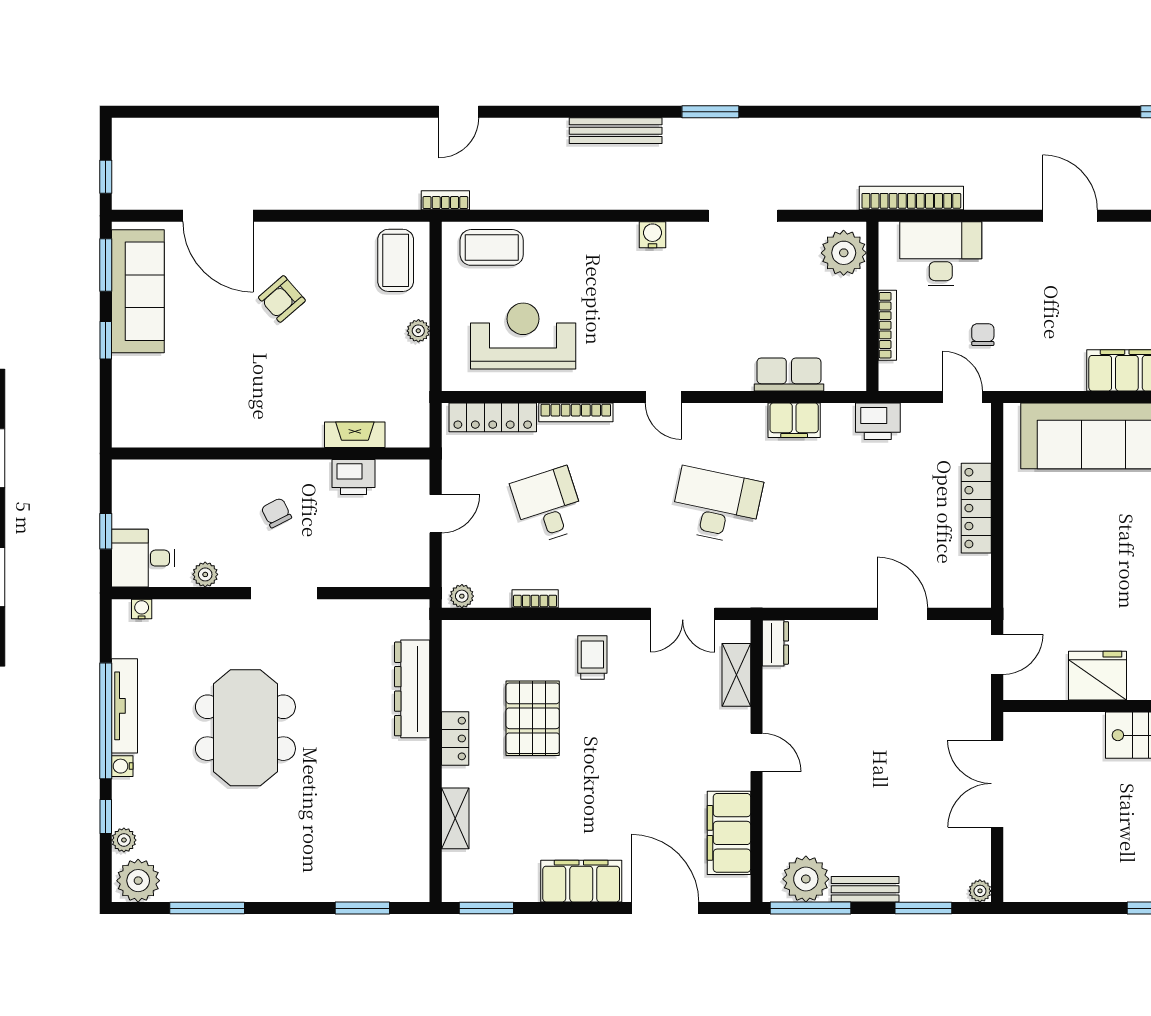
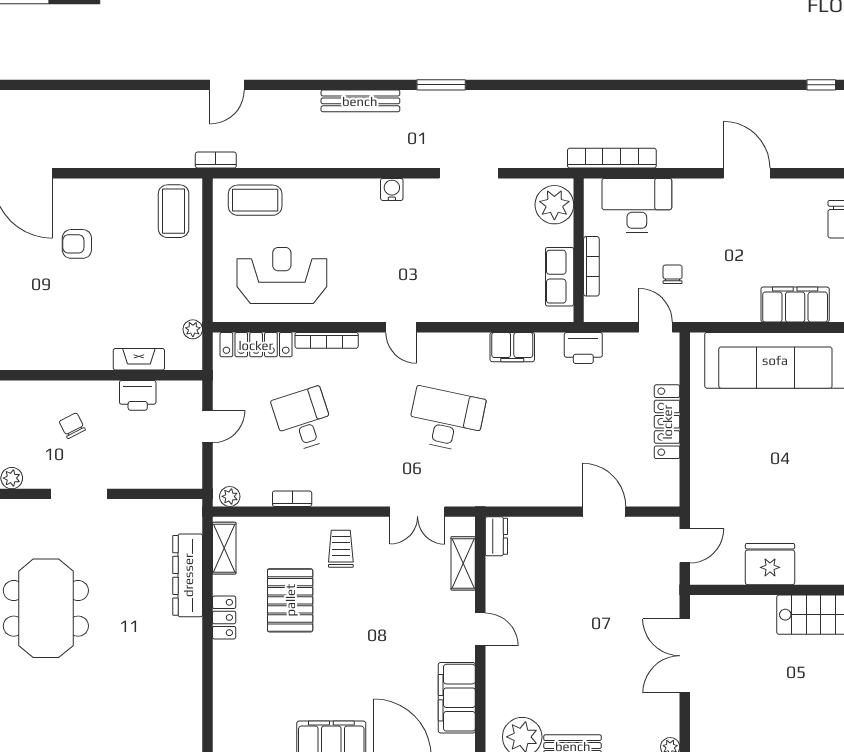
armchair: (282, 299) -> (77, 244), turned 41
plant: (418, 331) -> (193, 329), moved
row of seats: (789, 375) -> (560, 277), moved, turned -90
shelving: (455, 818) -> (224, 548), moved

